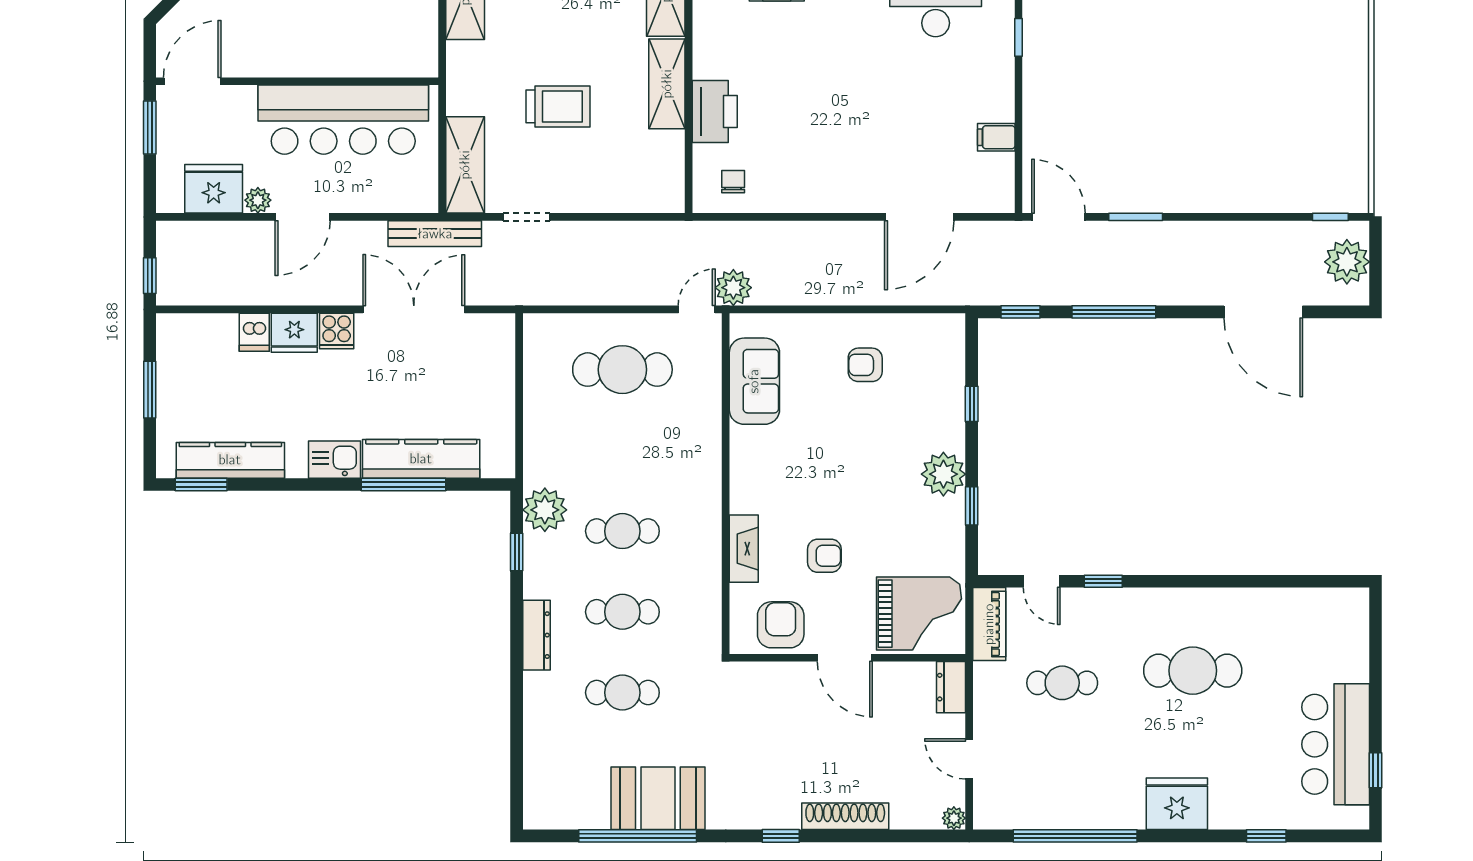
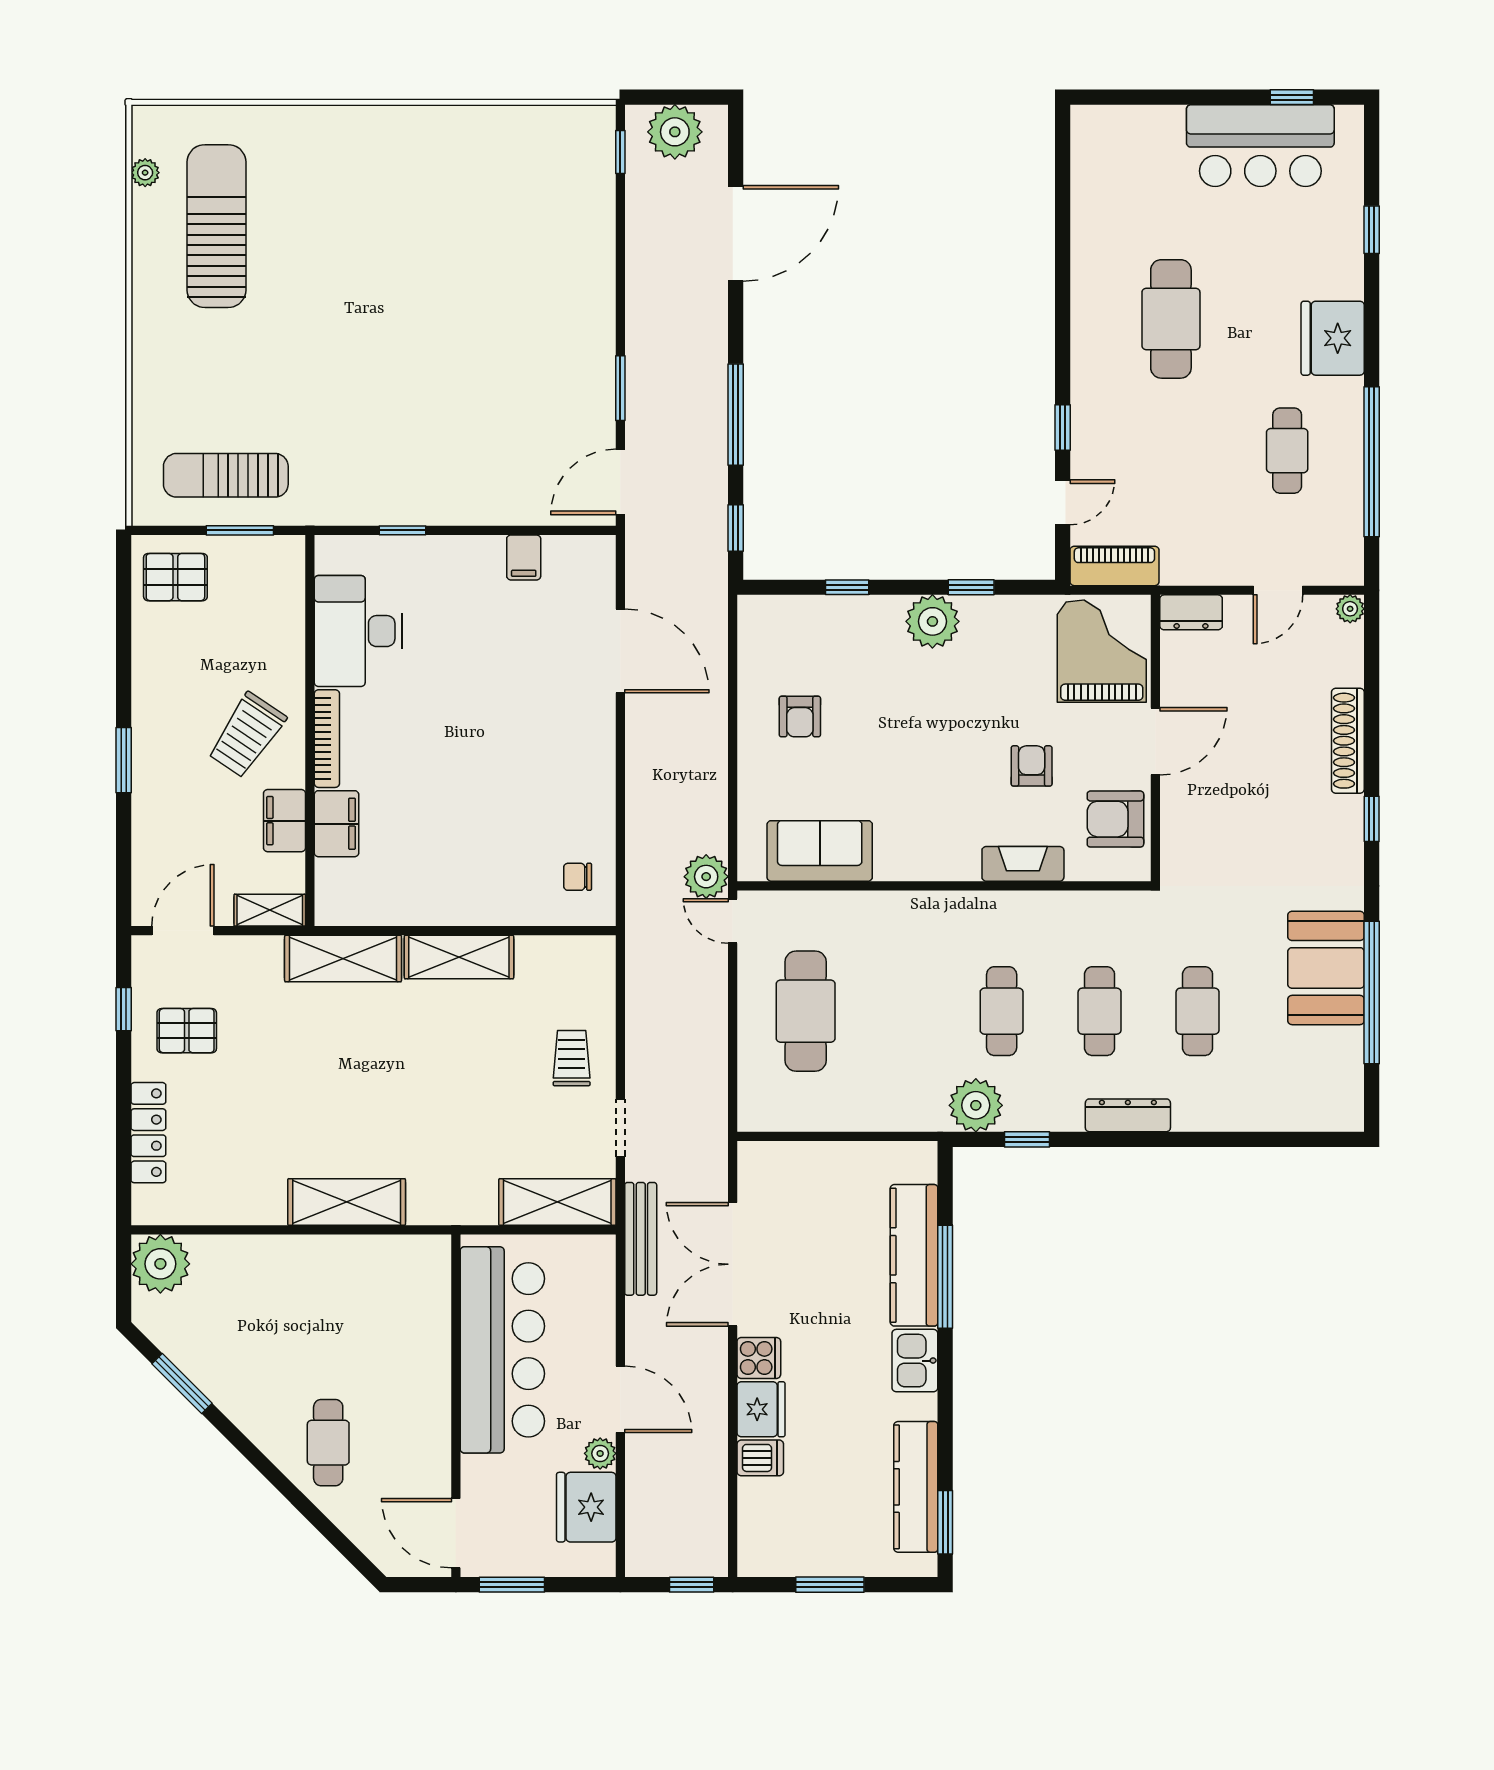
trolley: (558, 106) -> (572, 1058), moved, width x0.73, depth x0.72
printer: (715, 112) -> (492, 899), removed
cafe table: (1062, 683) -> (1287, 451), moved

